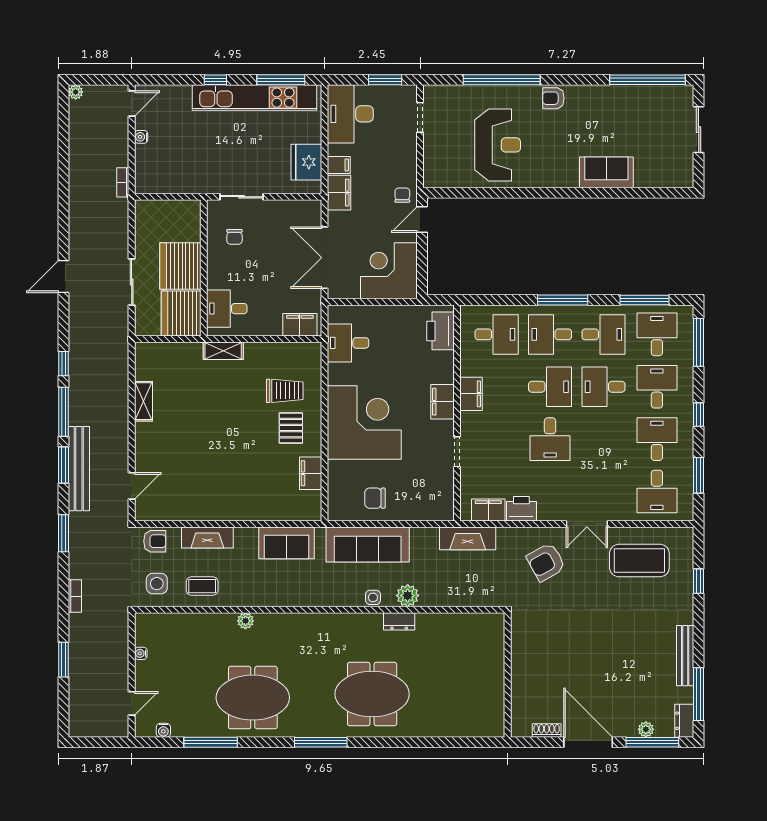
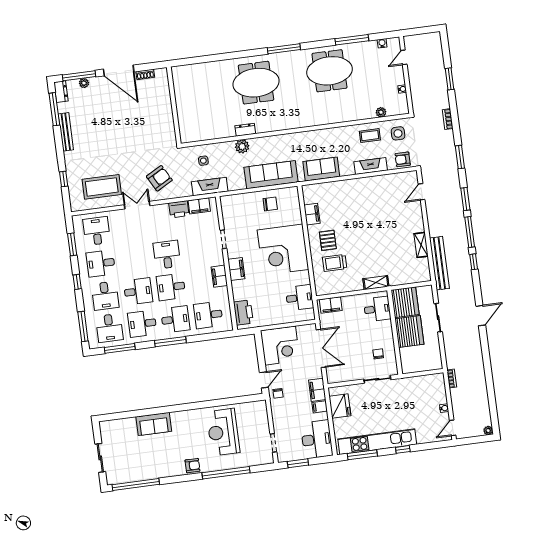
desk: (657, 439) -> (101, 263), turned 90
bench: (79, 469) -> (439, 263), moved
side table: (373, 597) -> (203, 161), moved
plant: (245, 621) -> (381, 112), moved

